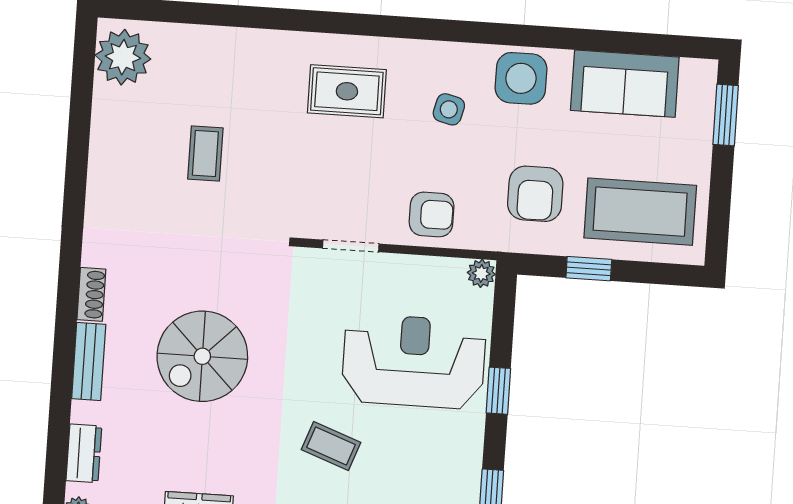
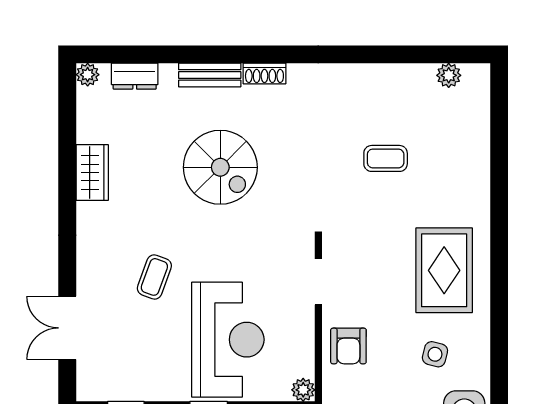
plant: (123, 57) -> (449, 75), width x0.53, depth x0.53
rug: (347, 91) -> (444, 270), width x1.36, depth x1.43
spiral stairs: (202, 356) -> (220, 167), turned 180

